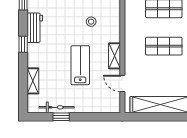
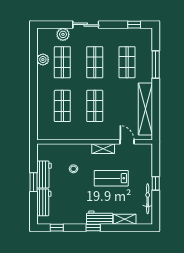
workbench: (35, 28) -> (100, 218), moved
door: (122, 83) -> (127, 142), swing flipped
window: (61, 117) -> (156, 183), moved

